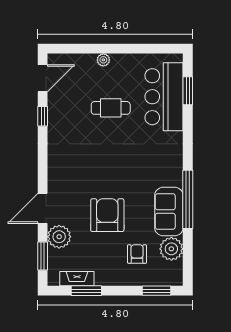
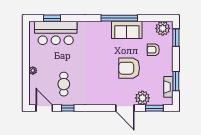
cafe table: (111, 108) -> (64, 84), moved
plant: (171, 249) -> (163, 28), moved

